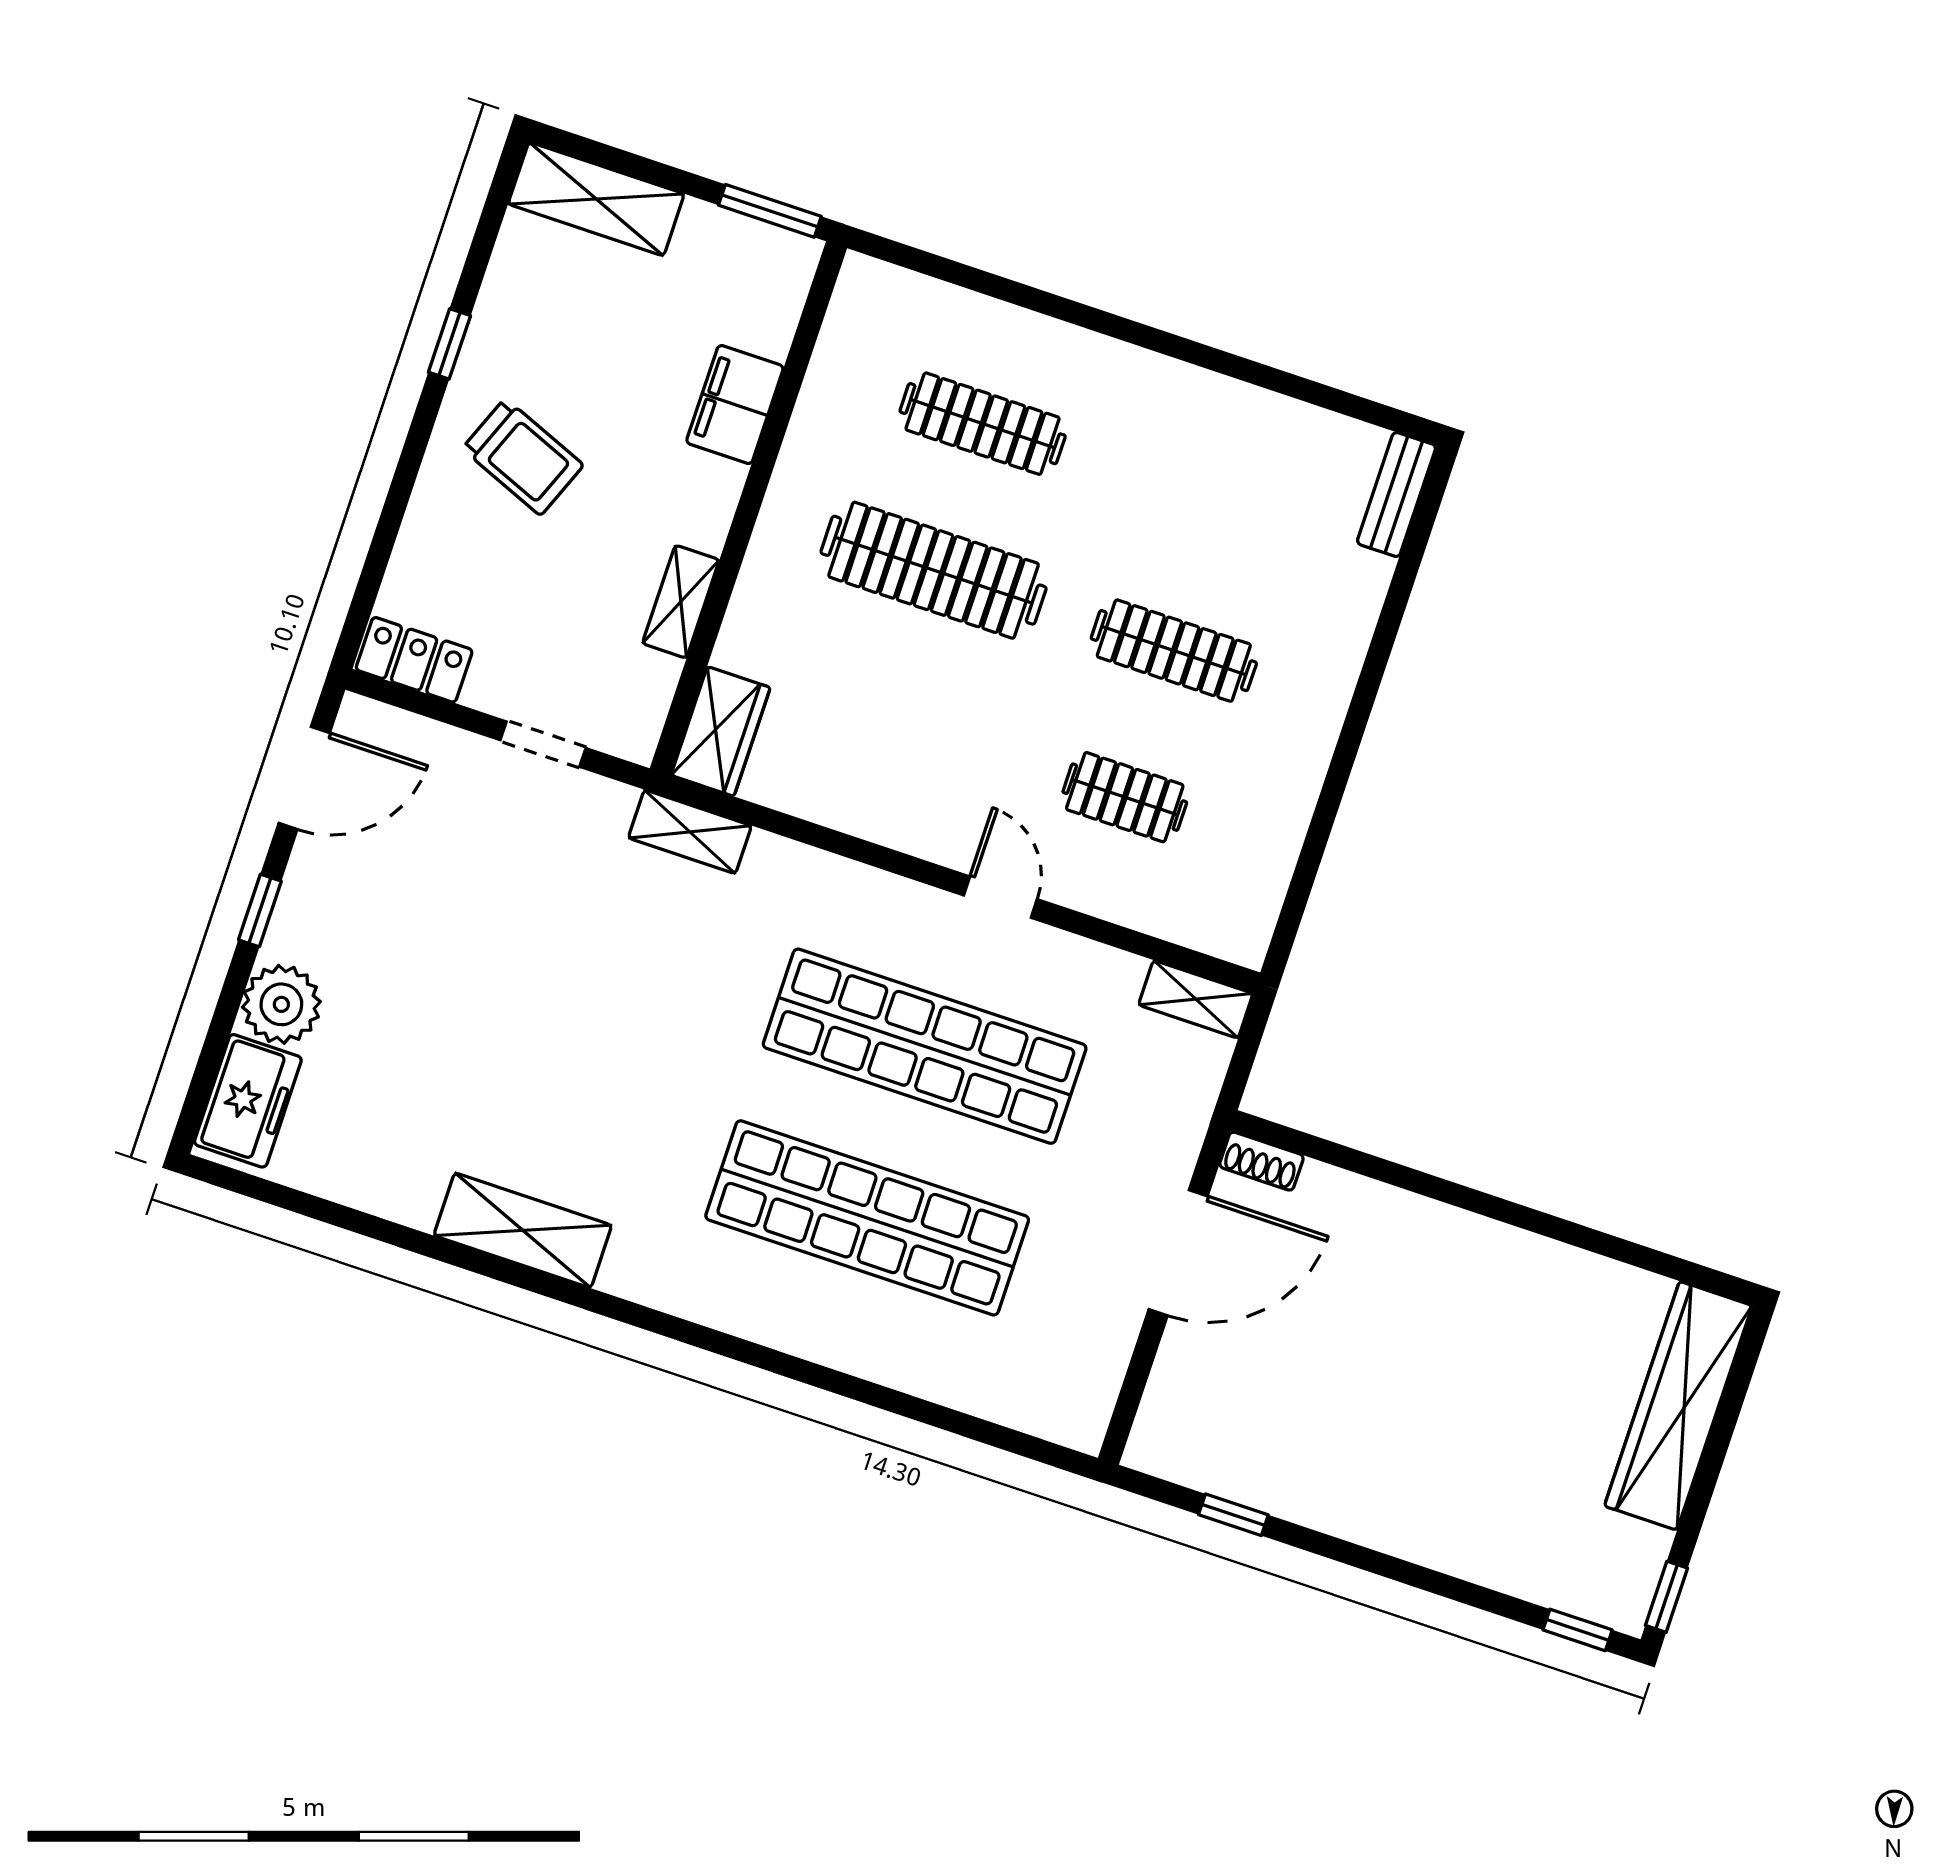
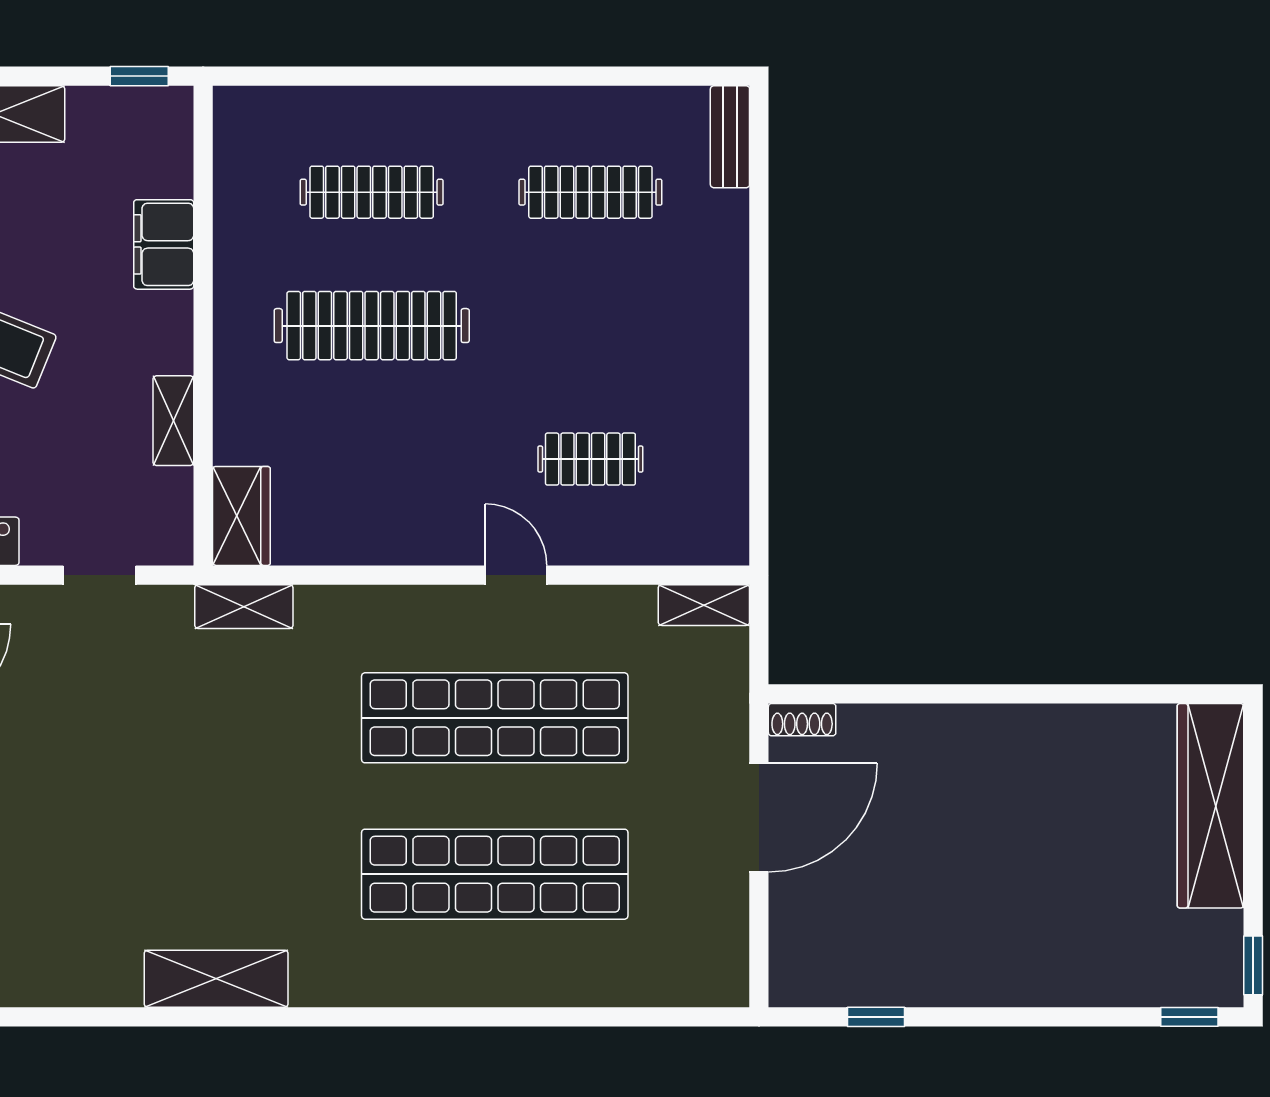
window: (770, 211) -> (139, 76), width x0.67
clothes rail: (1174, 651) -> (590, 192), moved

